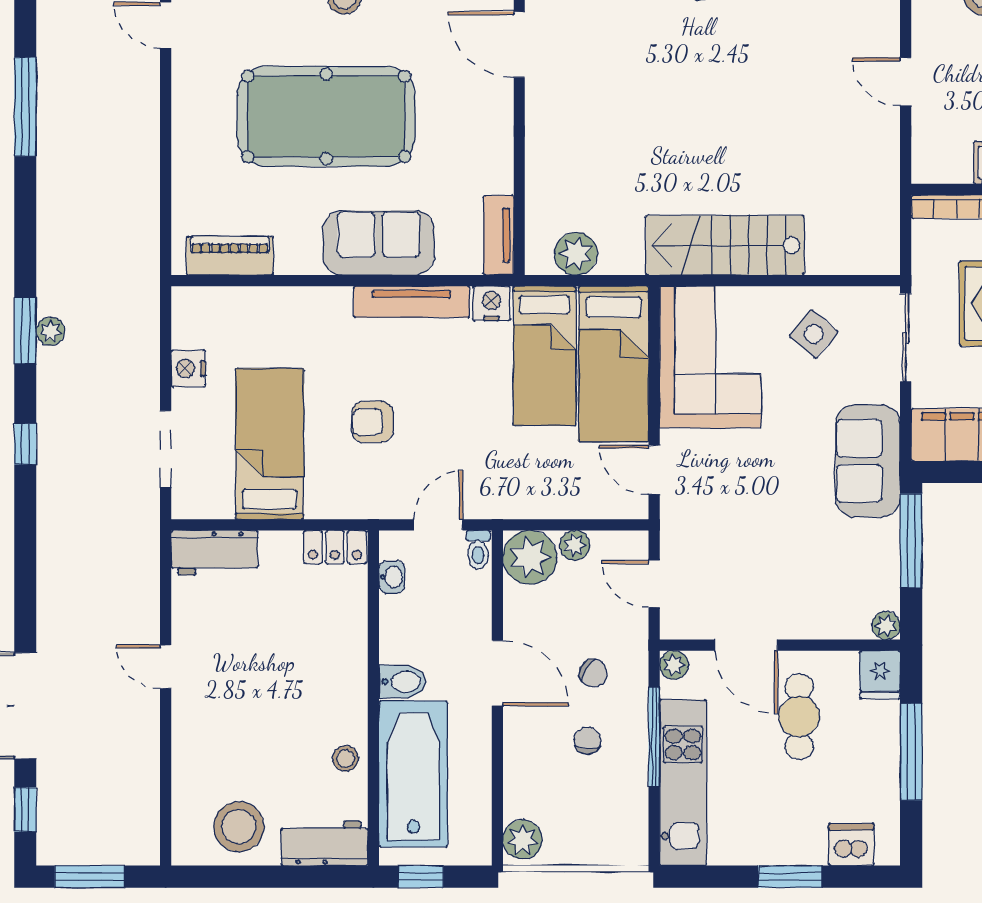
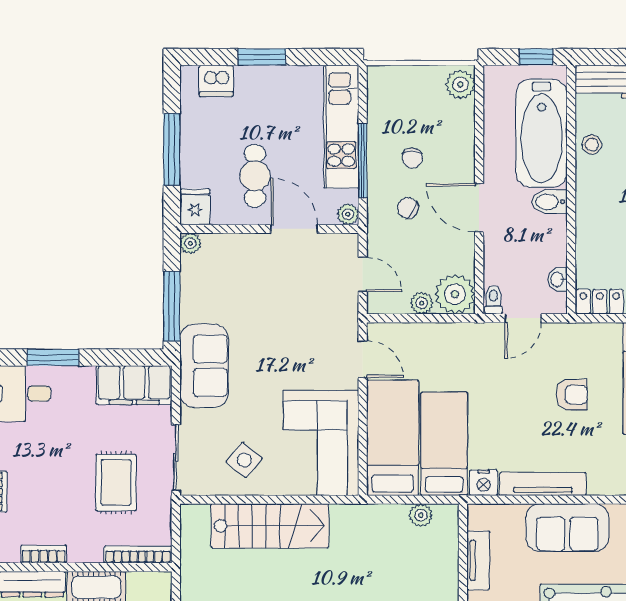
tv unit: (499, 235) -> (478, 560), moved
stairs: (725, 245) -> (270, 526), moved
plant: (576, 254) -> (421, 515), width x0.73, depth x0.73

